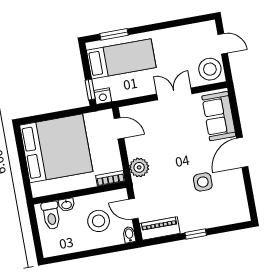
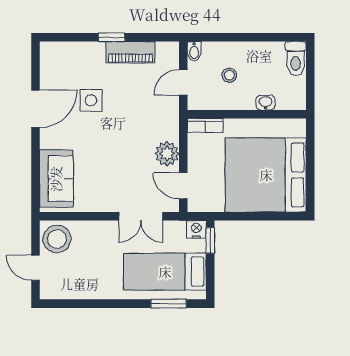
double door: (174, 94) -> (141, 216), moved
door: (242, 152) -> (36, 109), moved
plant: (139, 167) -> (167, 154), moved
door: (133, 209) -> (183, 82), swing flipped
toilet: (51, 215) -> (296, 59), moved, turned 180
stool: (99, 221) -> (229, 75), width x0.53, depth x0.53
piano: (160, 228) -> (130, 52), moved

